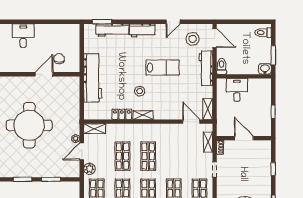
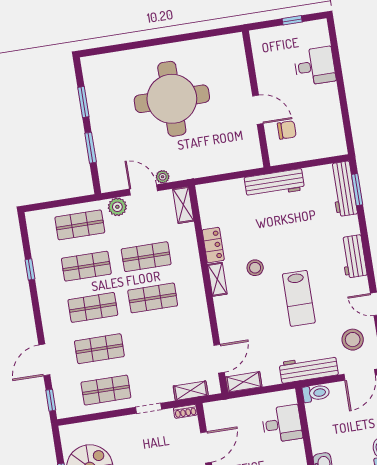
workbench: (112, 30) -> (343, 189), moved
workbench: (93, 78) -> (274, 184), width x0.73, depth x0.76

